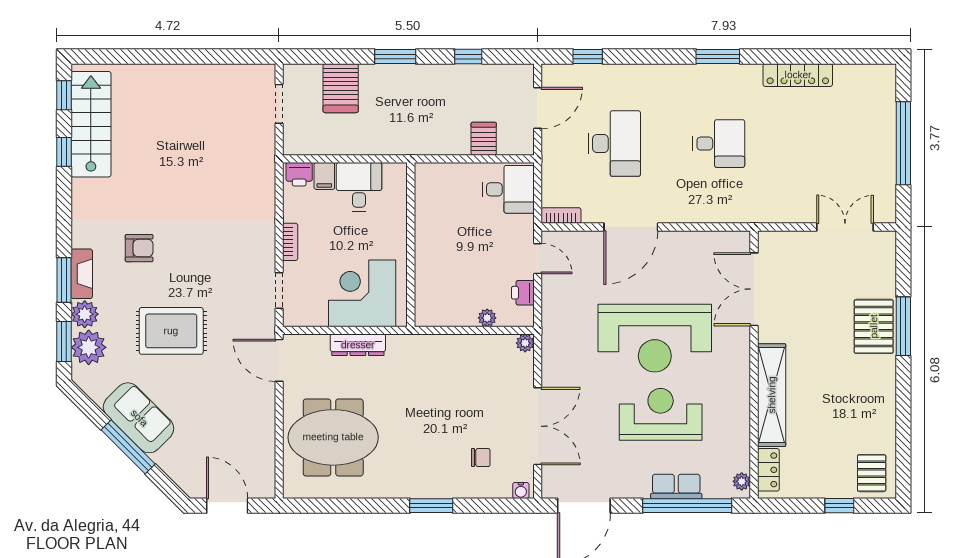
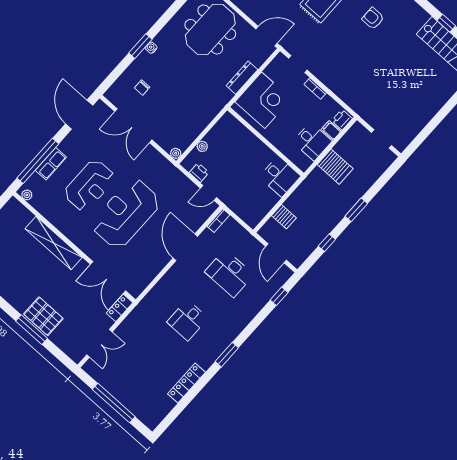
server rack: (341, 88) -> (335, 167), moved, turned 180
desk: (508, 189) -> (280, 176), moved, turned -90
armchair: (139, 248) -> (373, 18), turned 90
double door: (754, 289) -> (108, 278), swing flipped
locker: (768, 470) -> (120, 308), moved, turned 90
water cooler: (521, 490) -> (151, 48), moved

